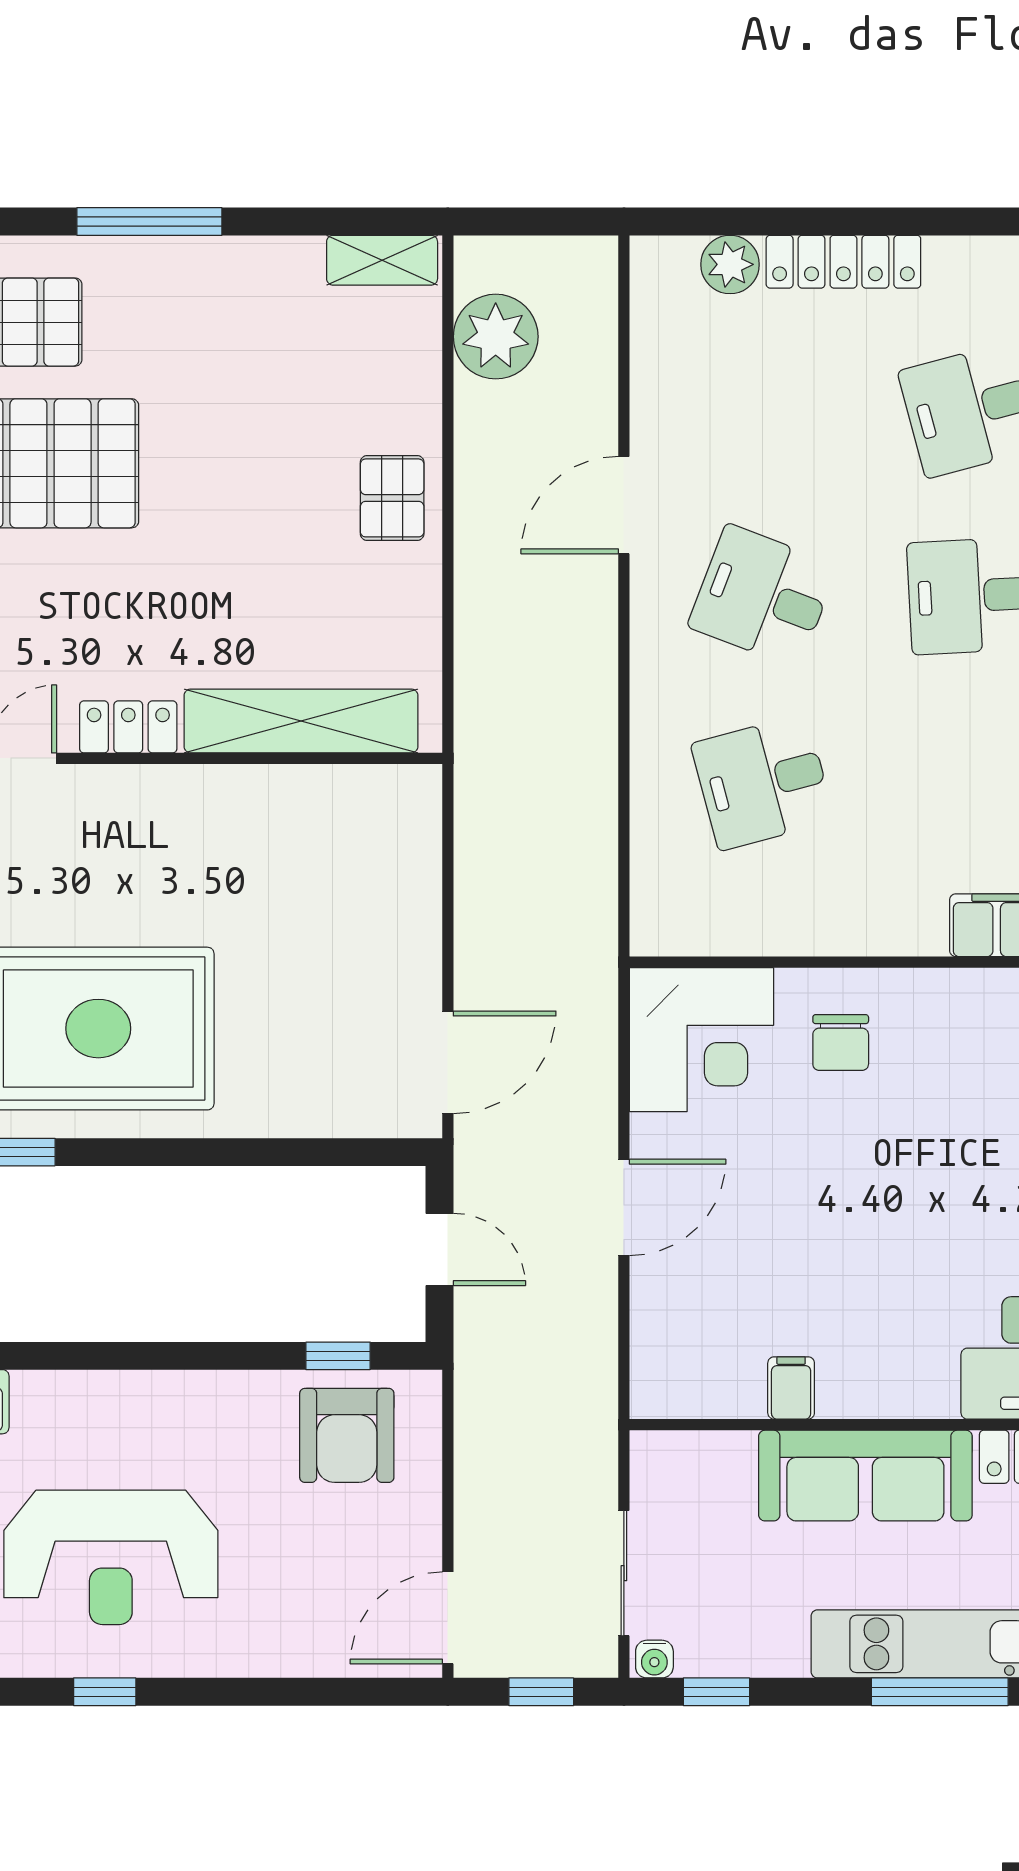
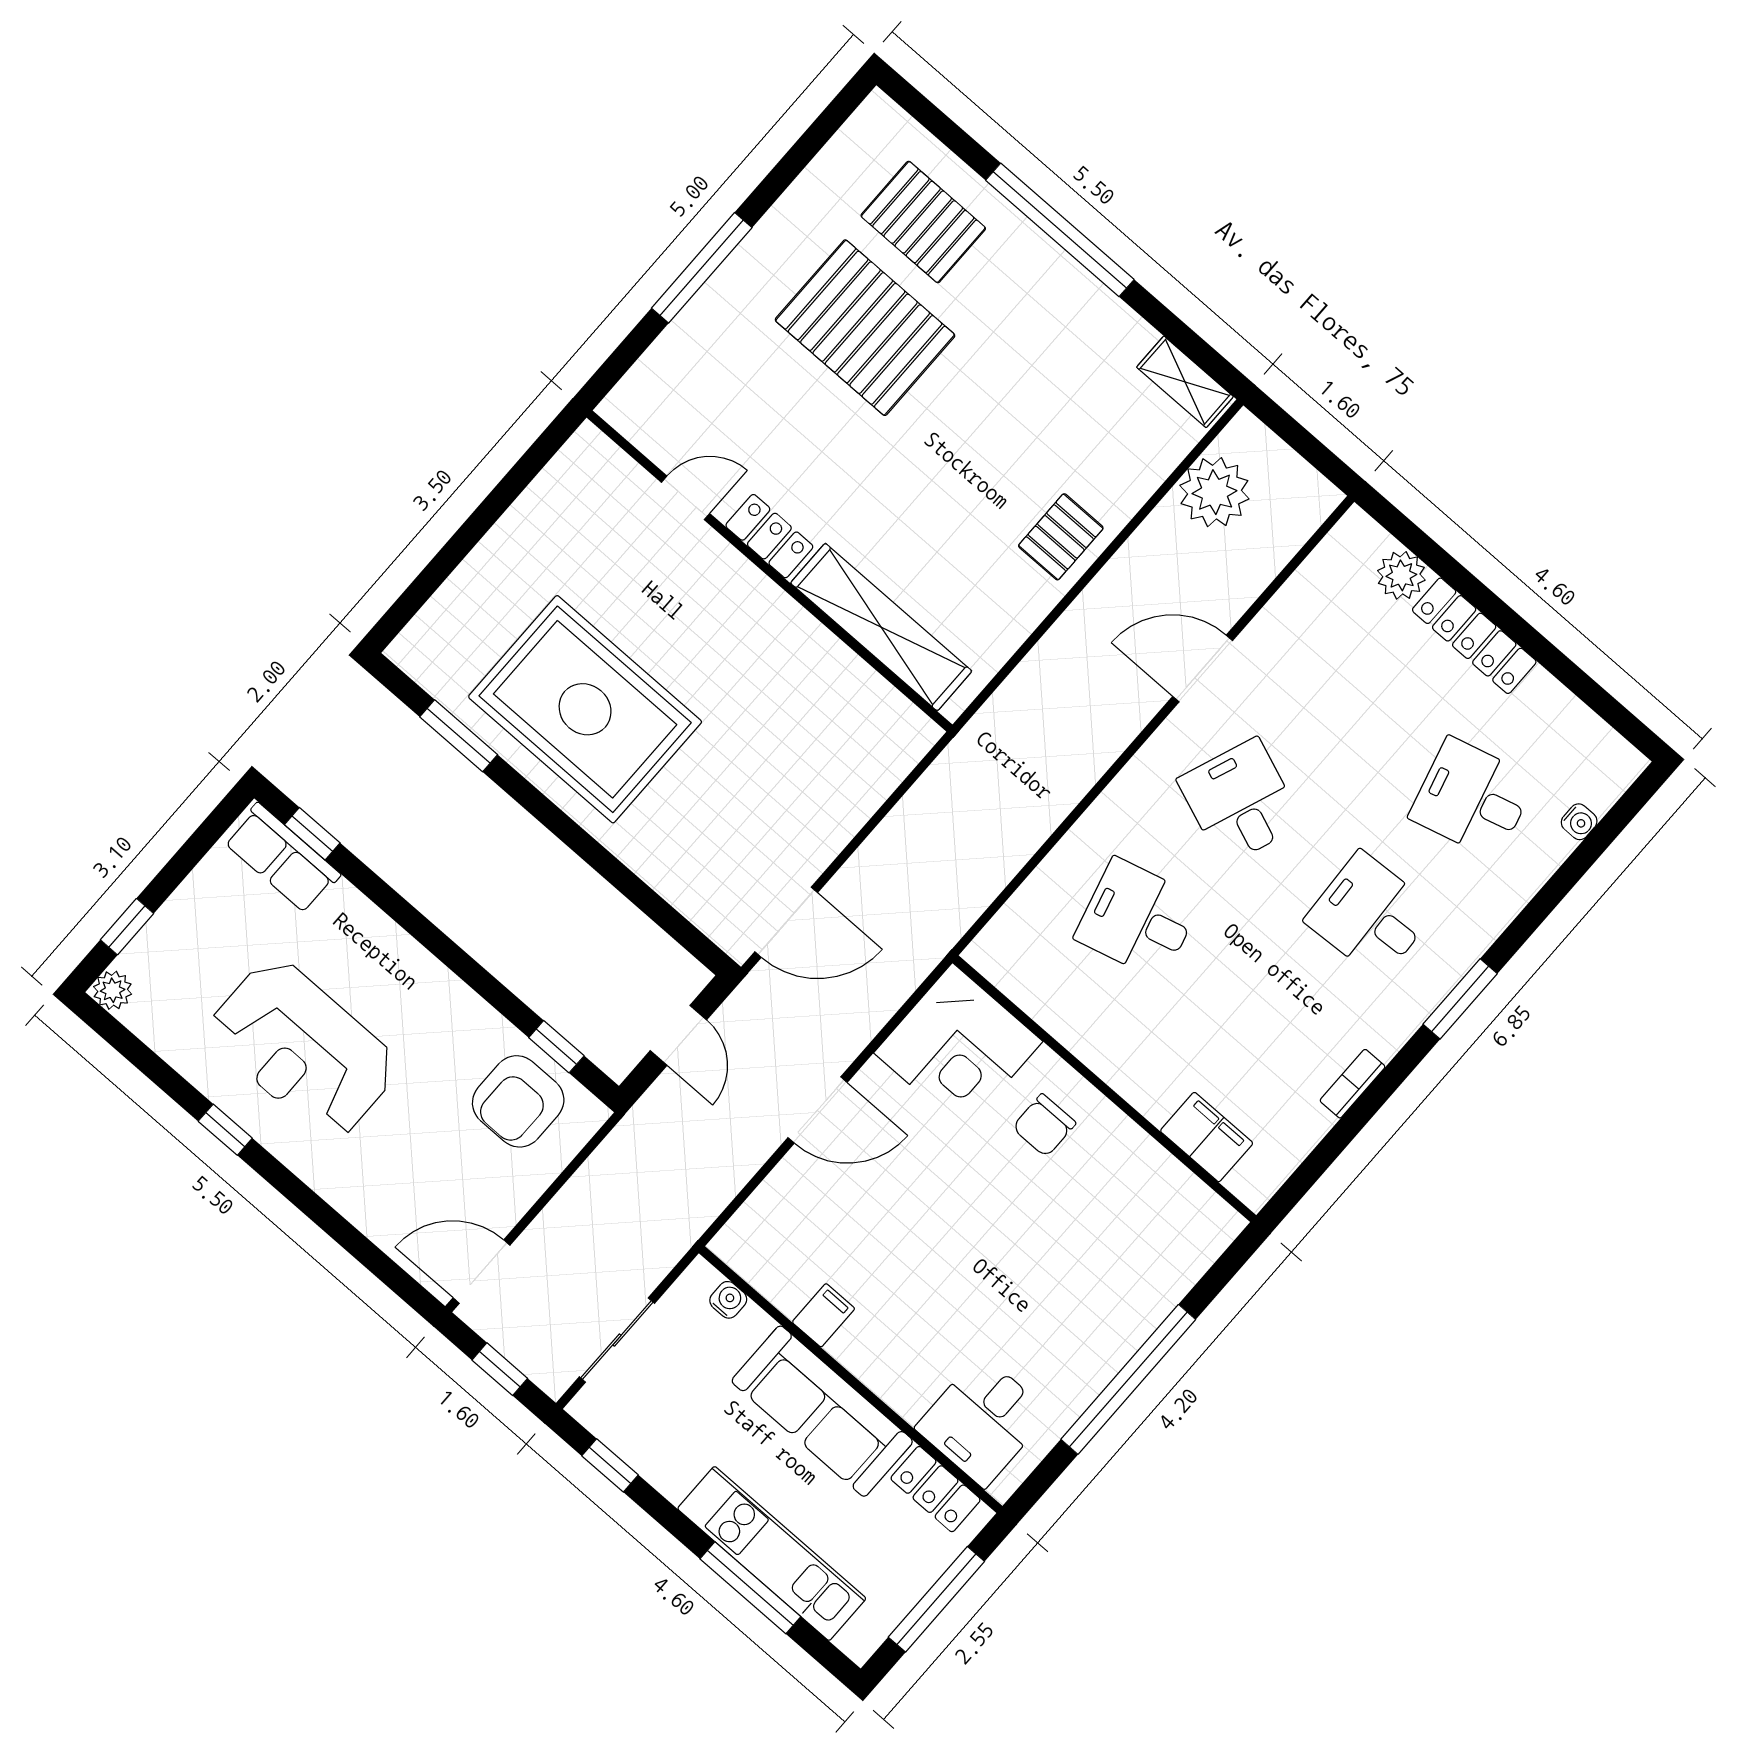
window: (149, 222) -> (1060, 230), width x1.46
water cooler: (654, 1659) -> (728, 1300), moved, turned 180

